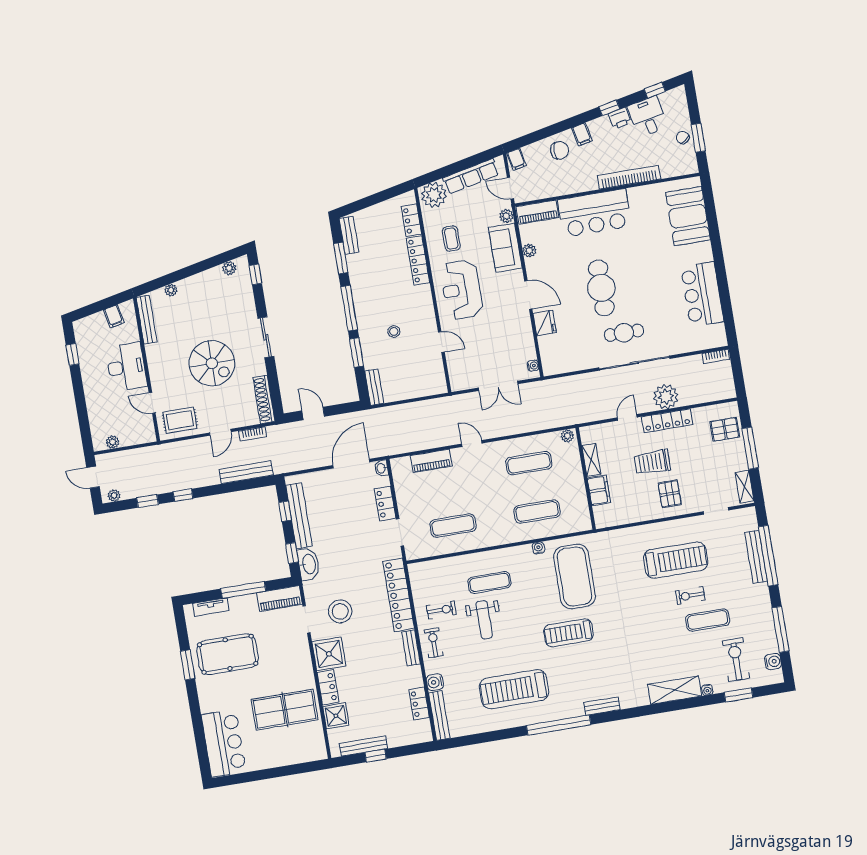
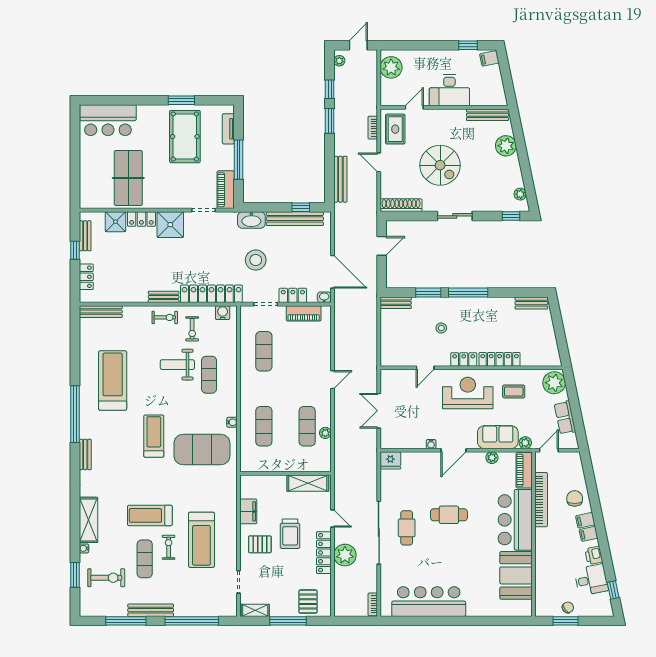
window: (609, 108) -> (604, 548), removed
chair: (560, 150) -> (575, 498), turned 180
filing cabinet: (516, 159) -> (589, 534), moved
row of seats: (471, 176) -> (565, 418), width x0.68
bookcase: (629, 177) -> (541, 500), moved
booth: (688, 216) -> (516, 575), moved, turned 90
locker: (411, 220) -> (464, 359), moved
window: (341, 258) -> (513, 293), removed
cafe table: (601, 288) -> (449, 515), width x0.73, depth x0.74
plant: (171, 290) -> (506, 146), width x1.88, depth x1.88
bar counter: (702, 294) -> (429, 602), width x1.36
filing cabinet: (114, 316) -> (489, 58), moved
fridge: (545, 323) -> (390, 460), moved
spiral stairs: (212, 363) -> (440, 165), turned -90
water cooler: (533, 366) -> (431, 444), moved
bookcase: (253, 434) -> (373, 128), moved
plant: (567, 436) -> (325, 433), moved
plant: (113, 442) -> (391, 67), width x1.87, depth x1.87
shelving: (591, 460) -> (308, 483), width x1.50, depth x1.33
piano: (431, 461) -> (304, 313), moved, turned -90
trolley: (652, 462) -> (290, 534), turned 180
filing cabinet: (599, 490) -> (248, 511), moved, turned -90
window: (183, 495) -> (330, 121), width x1.50
window: (292, 553) -> (263, 207), removed
bench: (756, 557) -> (151, 610), moved
stool: (340, 611) -> (256, 260), moved
treadmill: (658, 622) -> (150, 515), added
water cooler: (773, 662) -> (99, 610), removed
water cooler: (435, 682) -> (223, 313), moved
locker: (419, 704) -> (86, 277), moved, turned 90
bench: (364, 746) -> (85, 236), width x0.73

